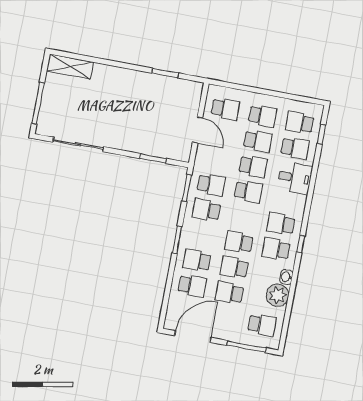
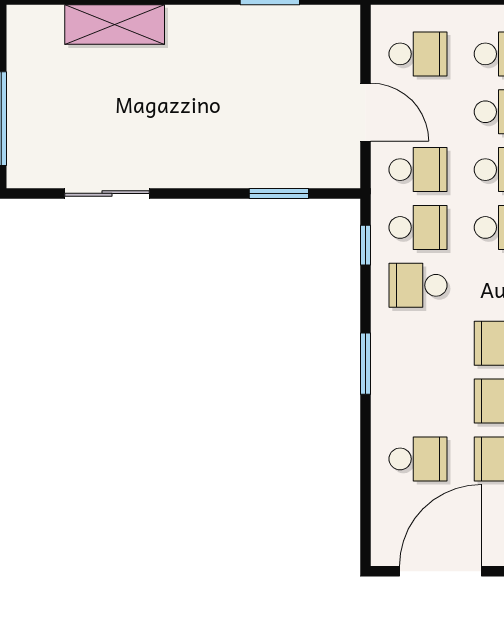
shelving: (70, 67) -> (115, 24), moved
sliding door: (78, 144) -> (107, 193), width x0.73
window: (187, 188) -> (365, 245), width x0.67
school desk: (197, 260) -> (418, 170), moved, turned 180

